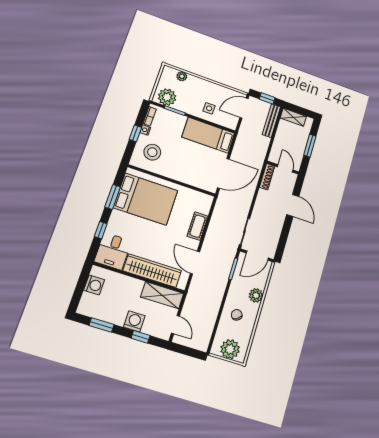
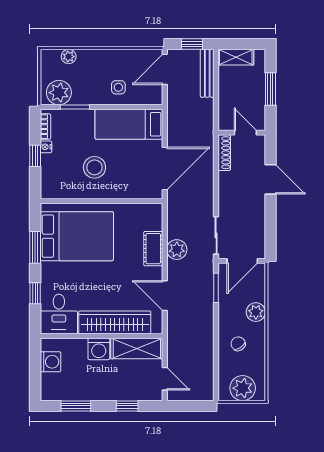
stool: (152, 152) -> (94, 167), moved
plant: (214, 232) -> (177, 250), added
washing machine: (134, 321) -> (99, 349), moved, turned 180

